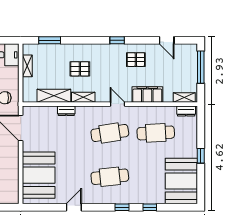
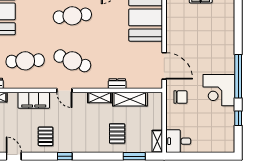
pallet: (136, 60) -> (46, 136), turned 90
shelving: (27, 66) -> (157, 141), moved
pallet: (80, 69) -> (117, 133), moved, turned 90
cafe table: (110, 133) -> (72, 61), turned 30

